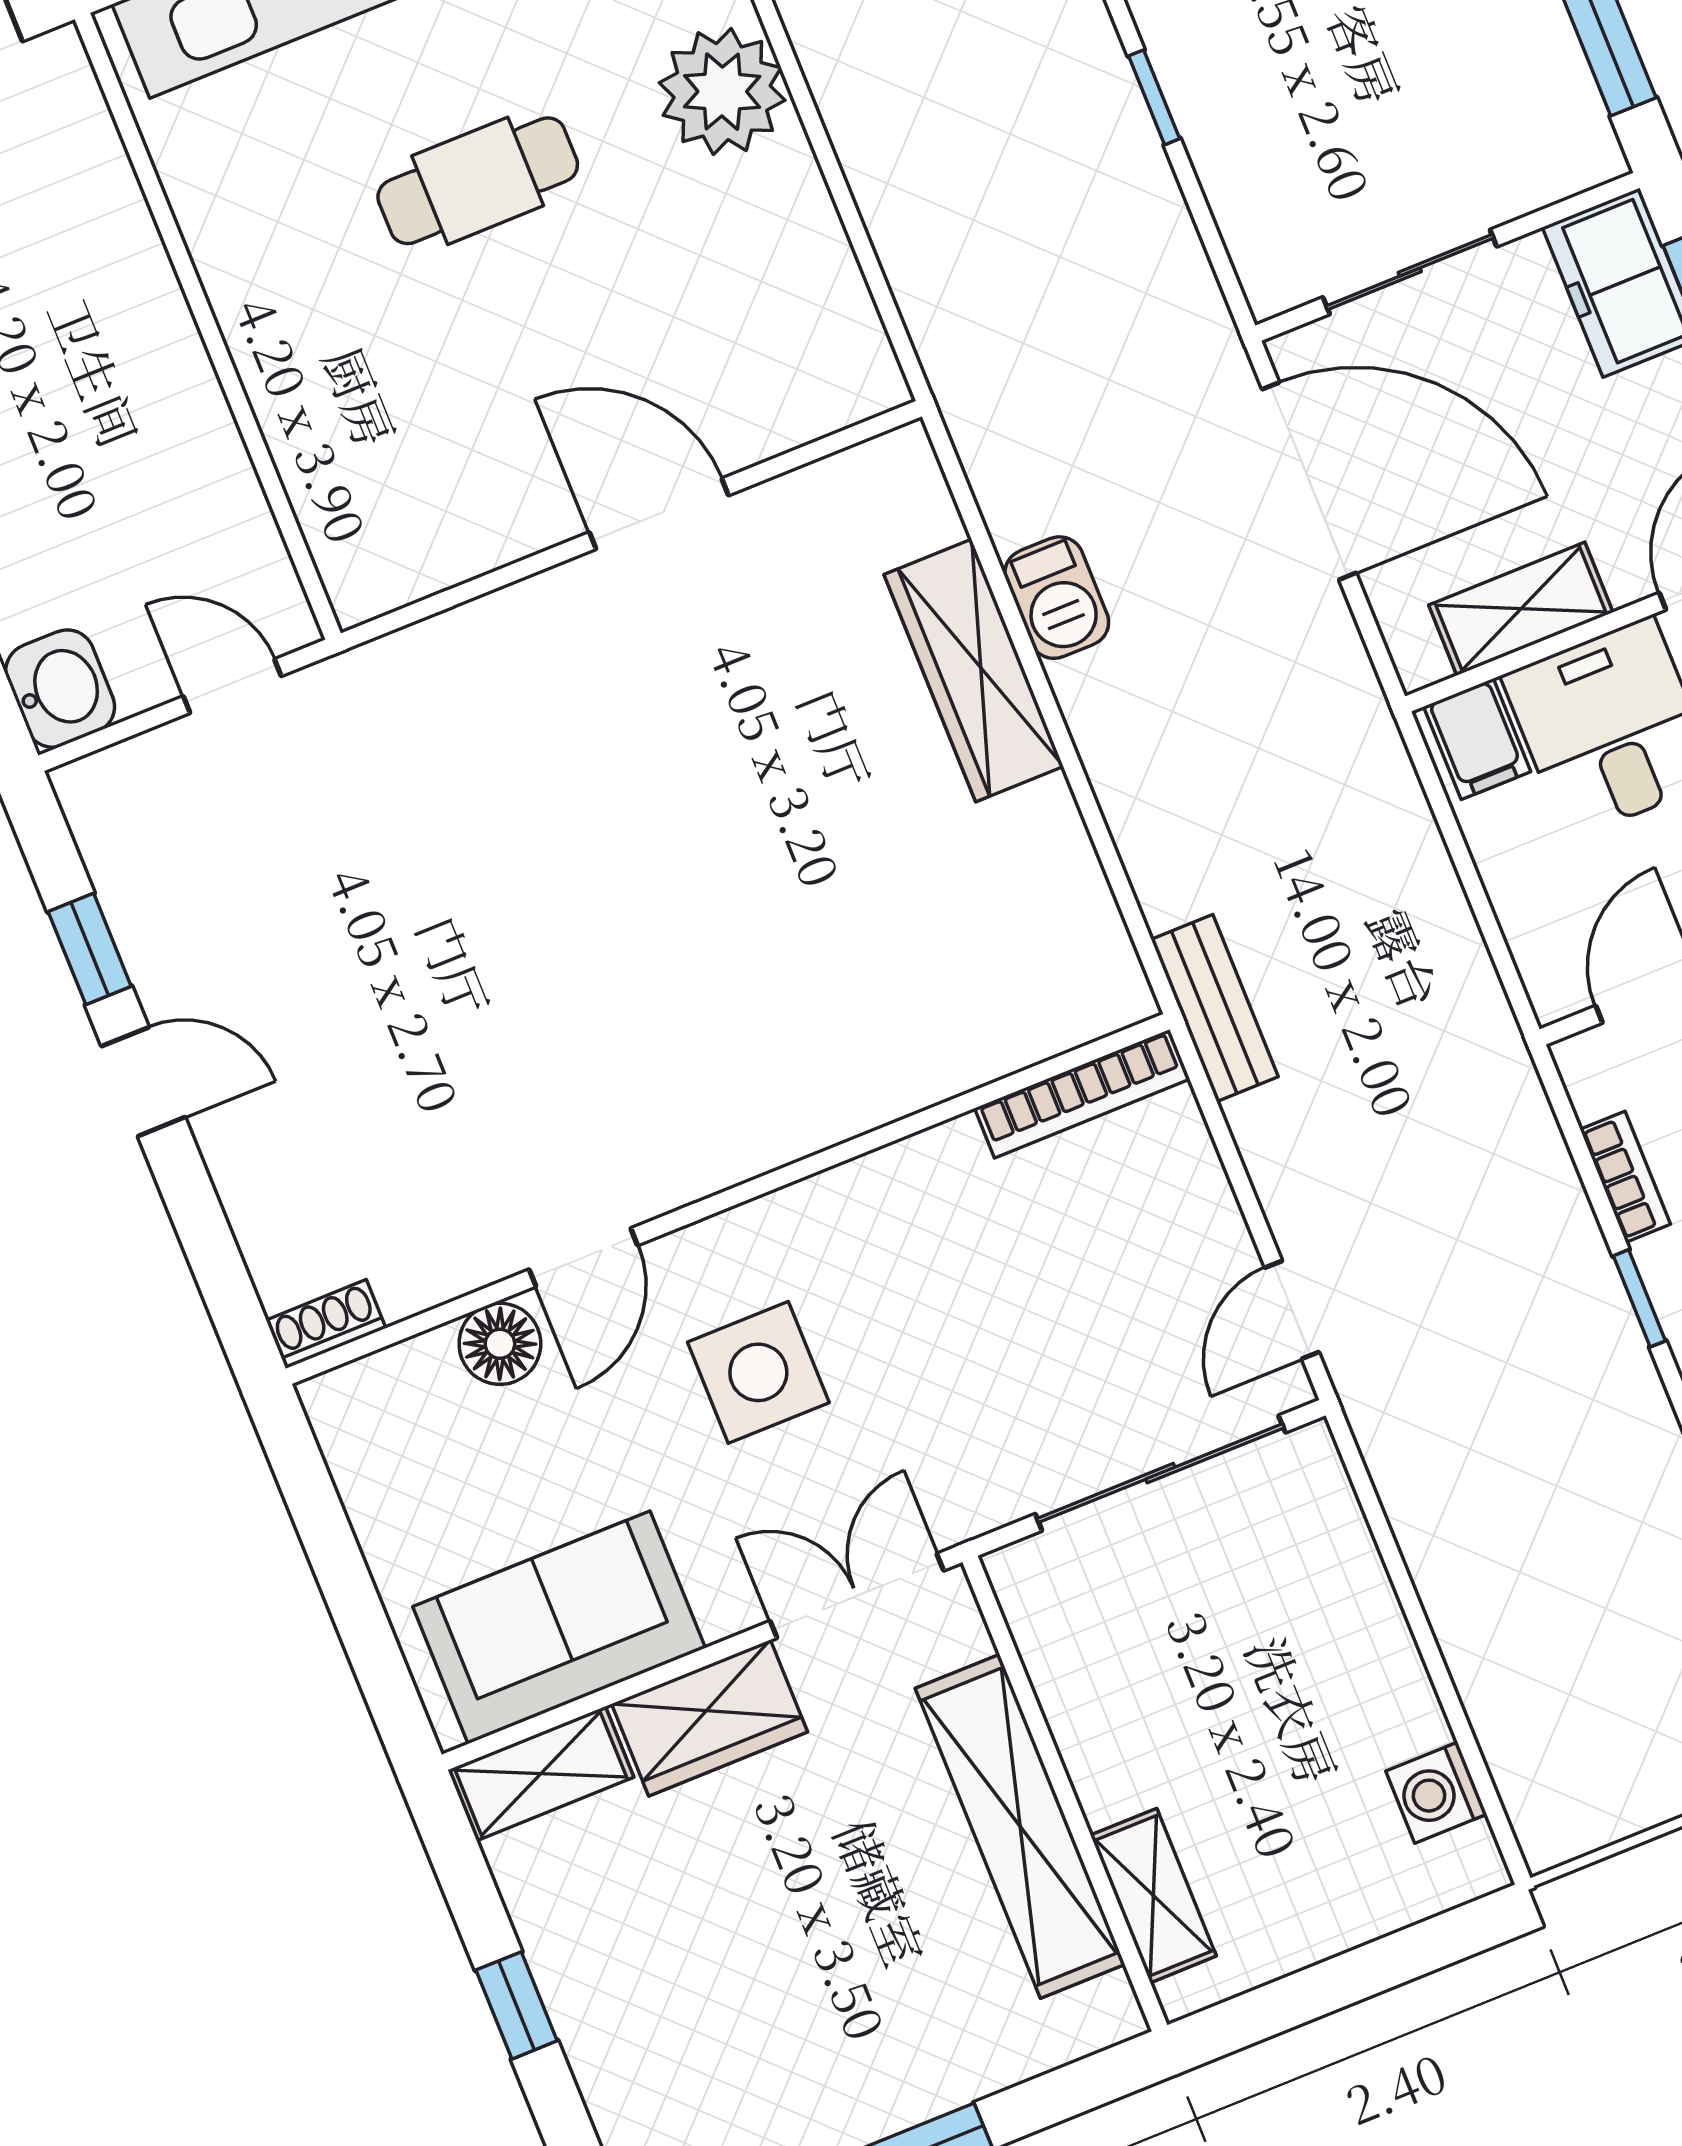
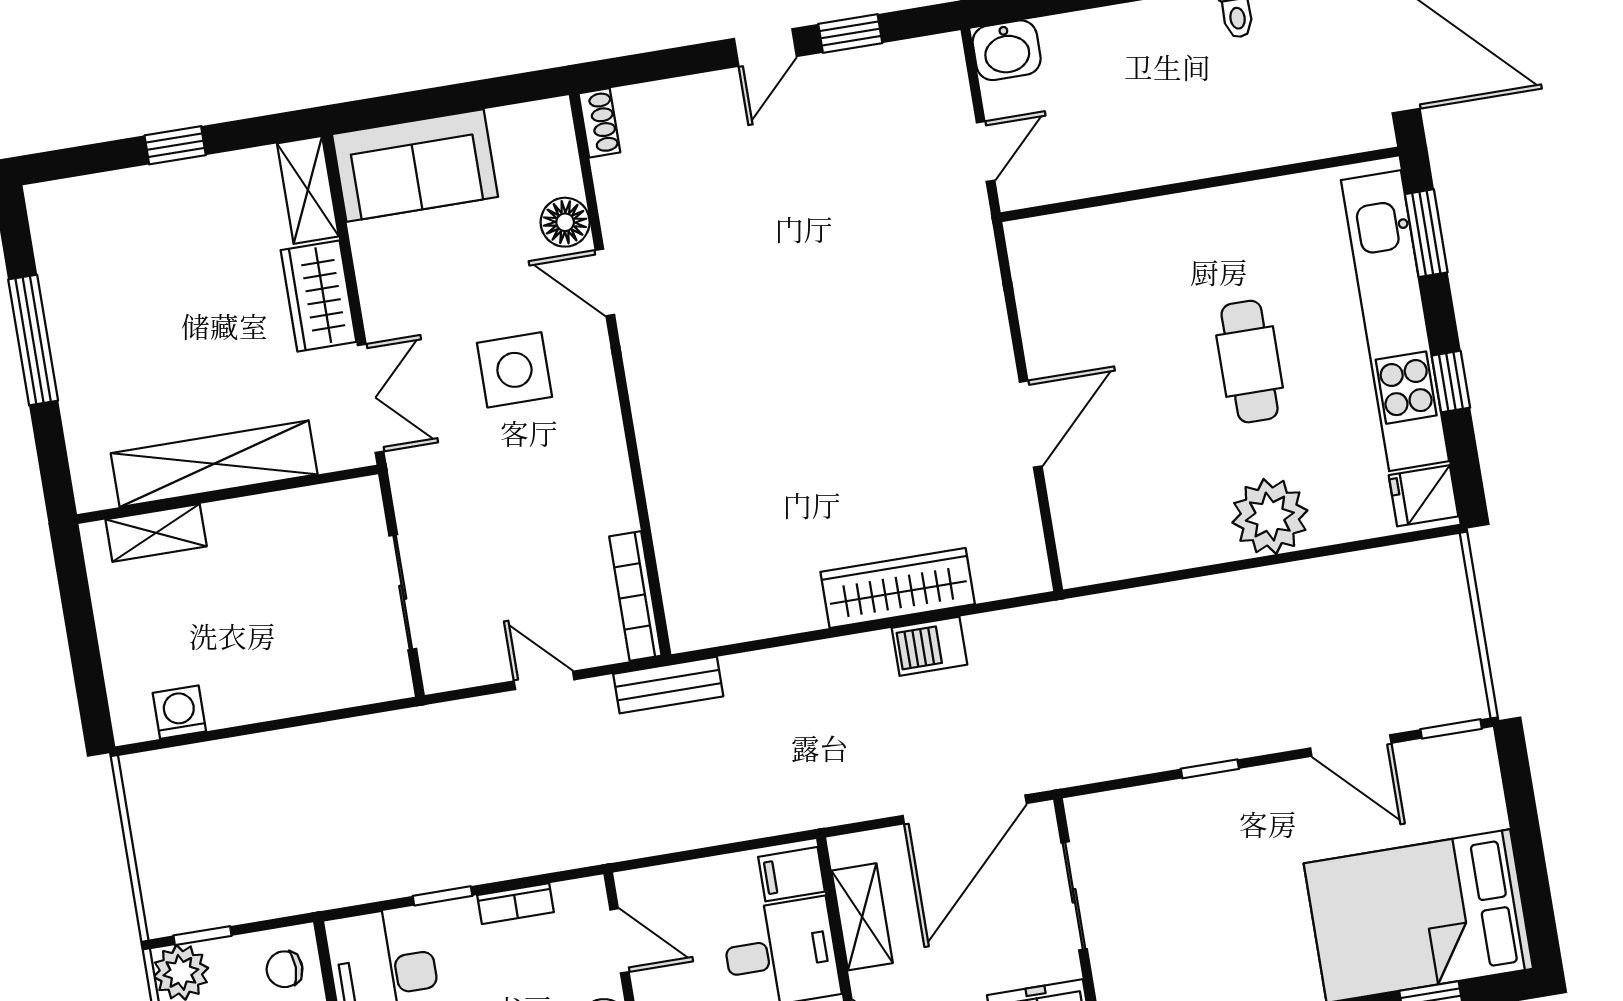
door: (1292, 1310) -> (544, 680), moved
sliding door: (1160, 1473) -> (403, 592), width x0.73
sofa: (559, 1627) -> (415, 166), moved, turned 90

